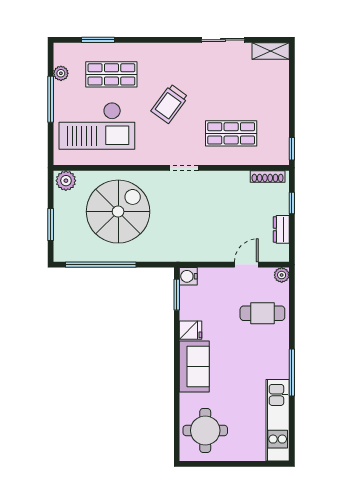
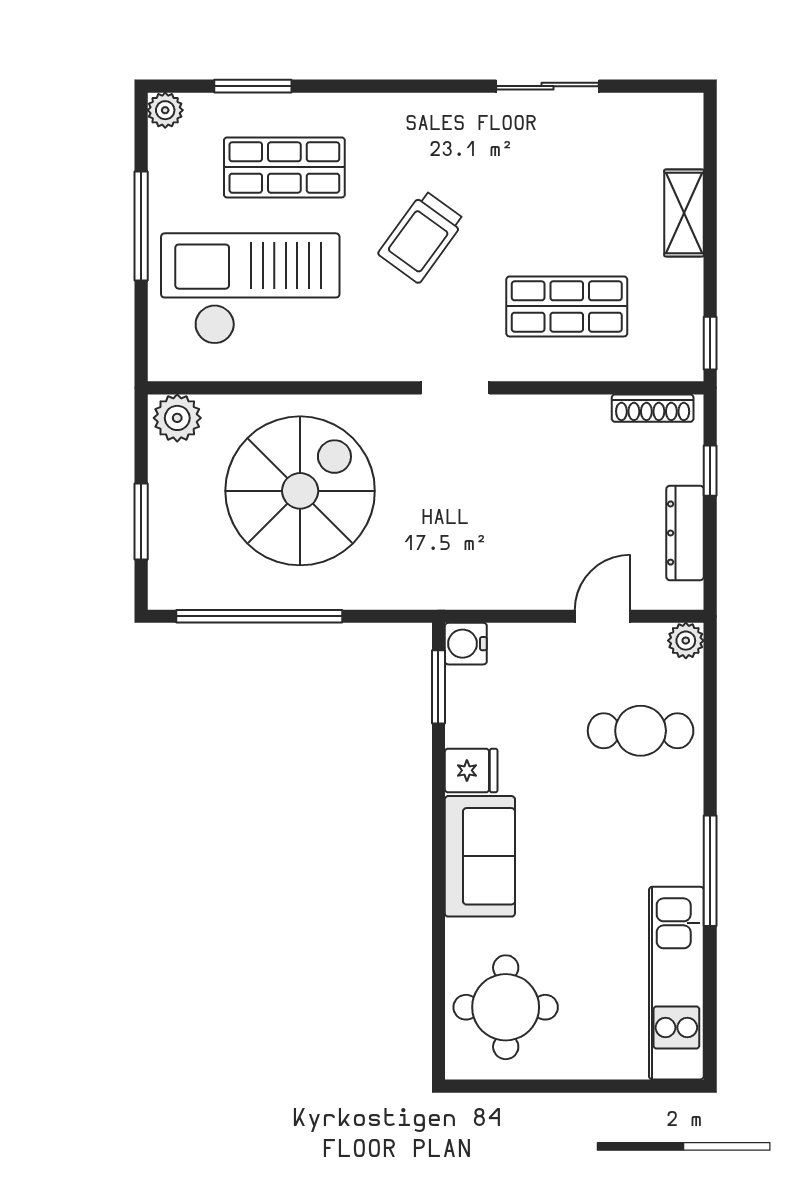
shelving: (271, 51) -> (684, 213), moved, turned 90
plant: (61, 73) -> (165, 110), moved
checkout: (97, 126) -> (250, 289), turned 180
dresser: (281, 229) -> (685, 533), width x1.44

